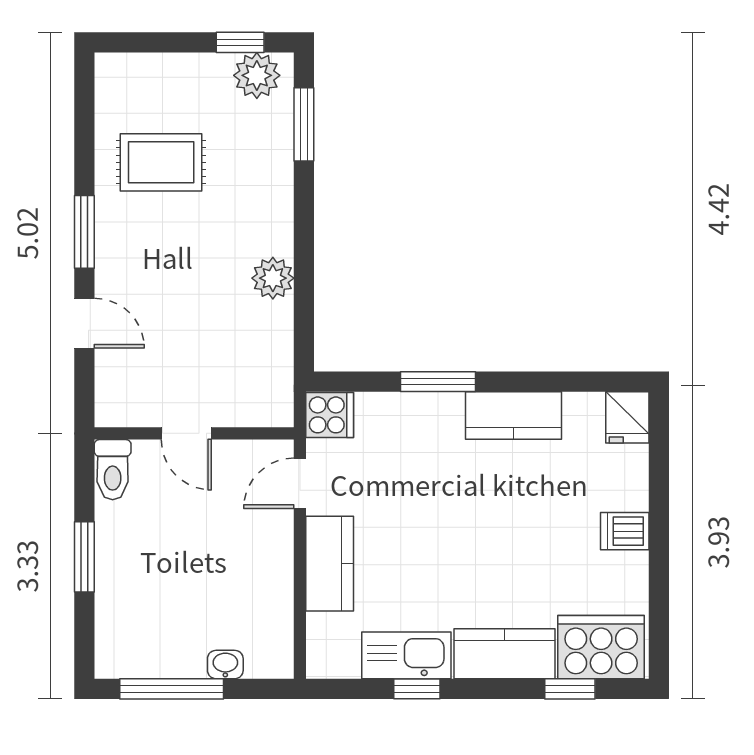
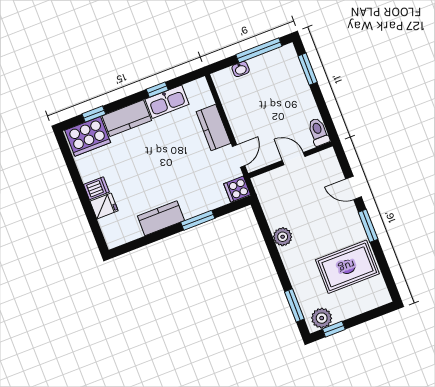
rug: (161, 162) -> (347, 267), width x1.36, depth x1.43
fridge: (627, 417) -> (104, 206), moved, turned 90
window: (84, 557) -> (308, 69), moved

